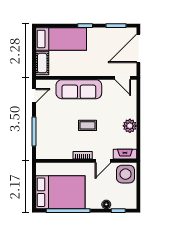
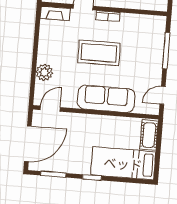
door: (123, 78) -> (50, 109), hinge flipped
coffee table: (87, 125) -> (99, 53), width x1.86, depth x1.72
plant: (130, 126) -> (44, 72), moved

